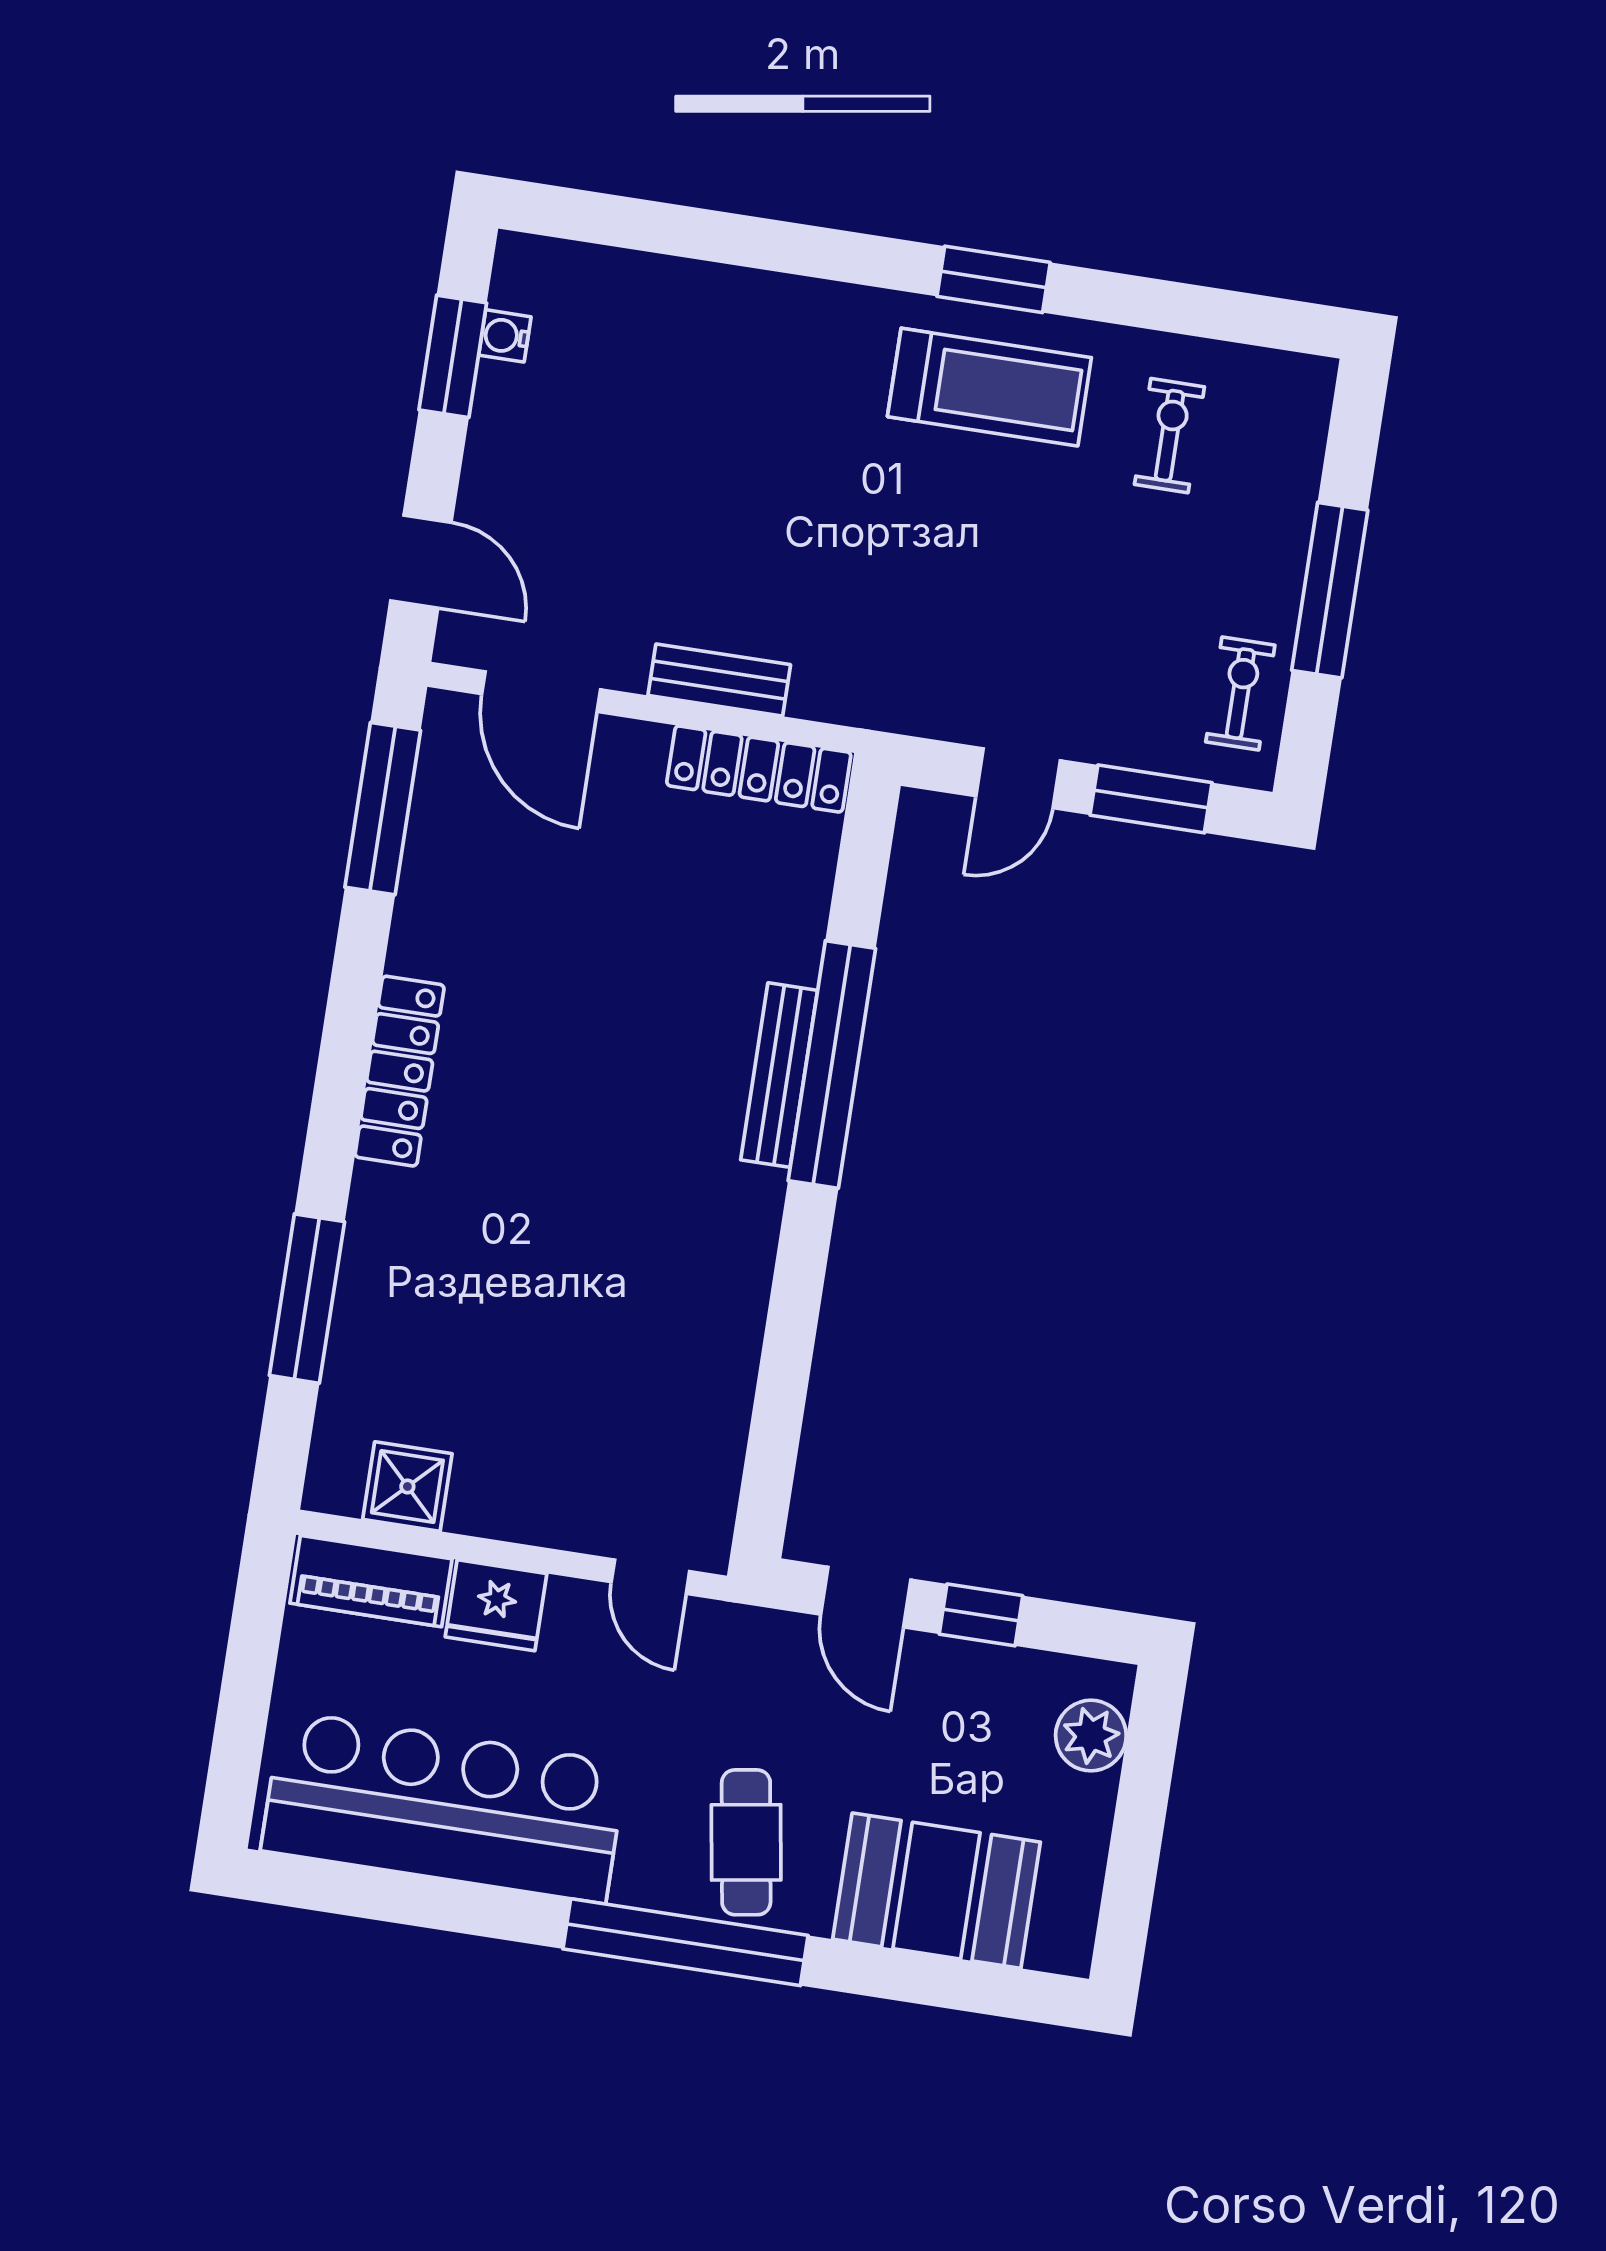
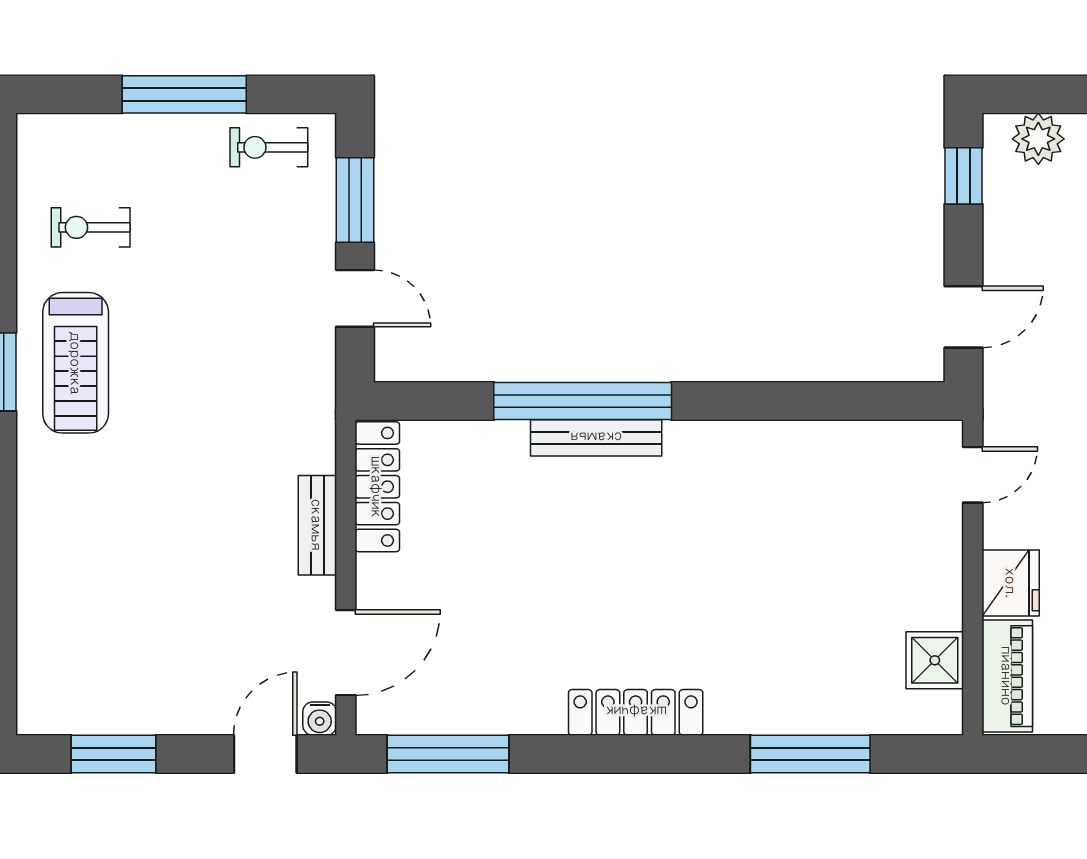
water cooler: (505, 336) -> (320, 719), moved
treadmill: (989, 387) -> (76, 363), turned 180
window: (981, 1615) -> (963, 176), moved

